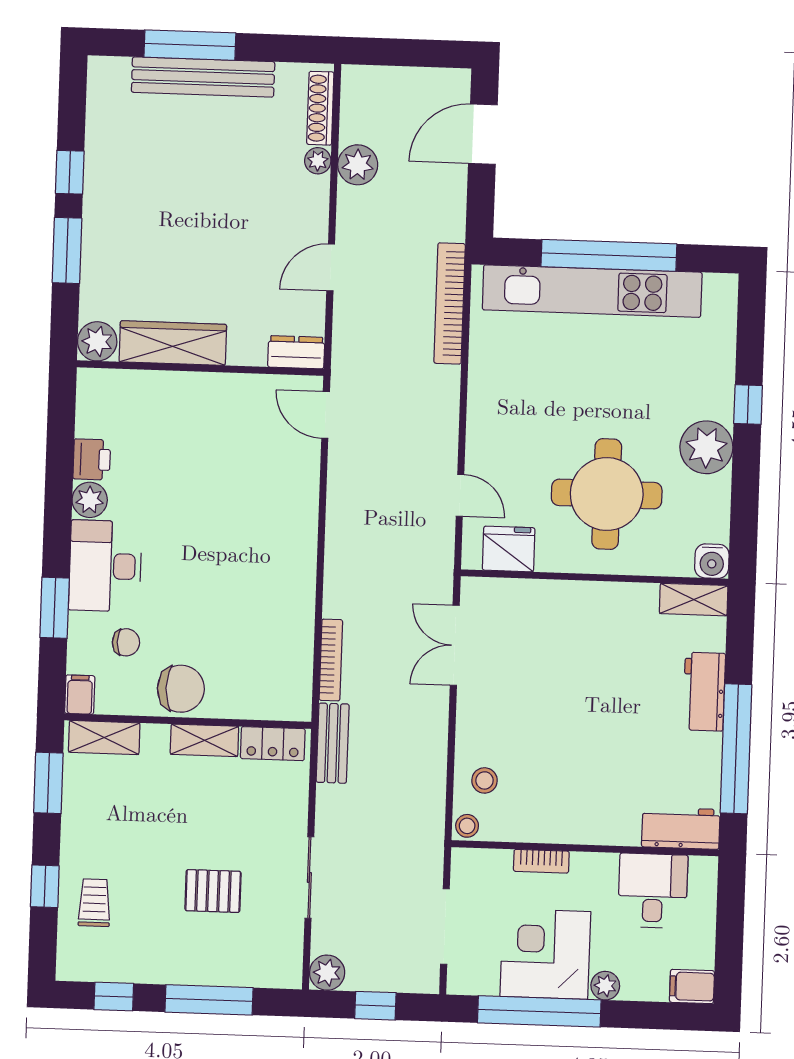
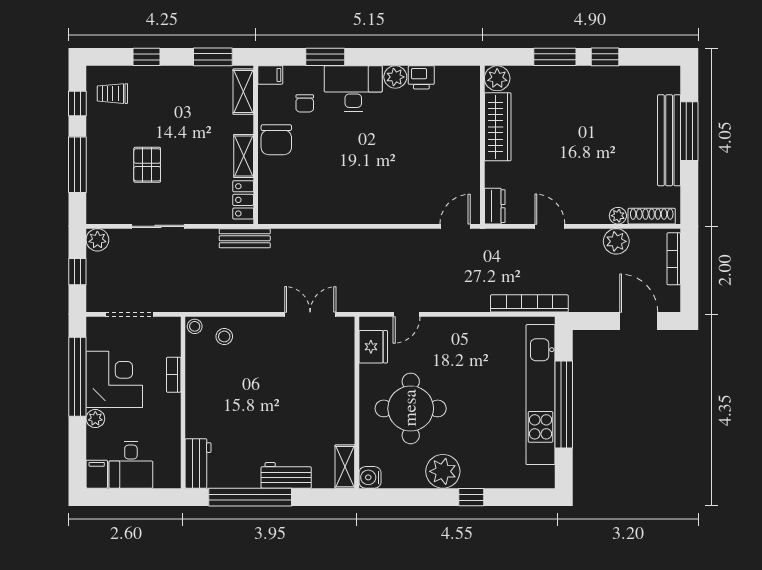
bookcase: (331, 660) -> (674, 259), moved, turned 90
desk: (653, 891) -> (131, 465), moved, turned 90
trolley: (94, 903) -> (112, 94), moved, turned 180

